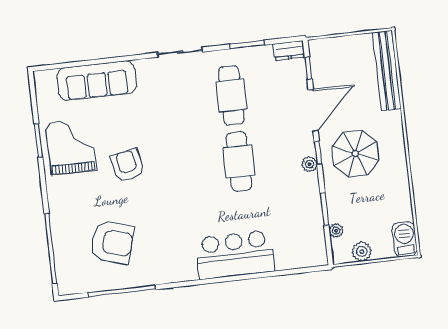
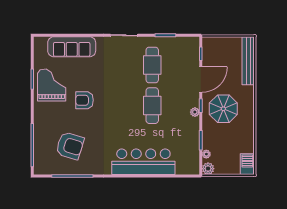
dresser: (289, 51) -> (190, 42), removed
armchair: (127, 165) -> (85, 100), turned -77
plant: (362, 252) -> (208, 169), moved
bar counter: (235, 255) -> (143, 162), width x1.36

